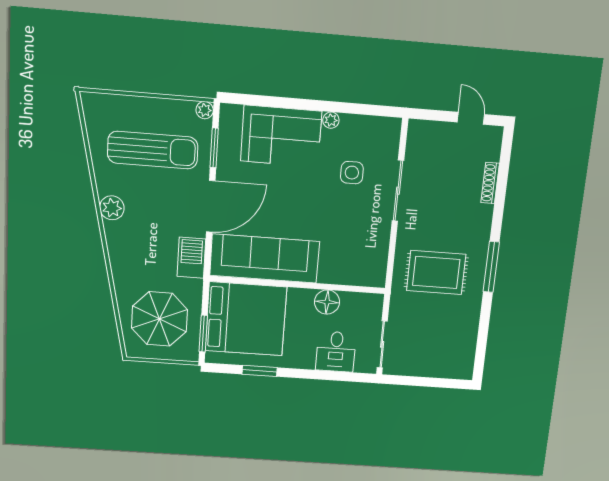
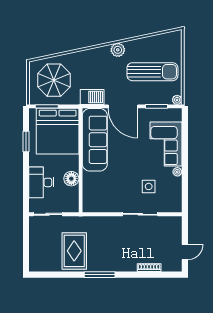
sun lounger: (153, 150) -> (152, 72), turned -90
rug: (436, 272) -> (74, 251), moved
desk: (336, 352) -> (41, 182), width x1.37

